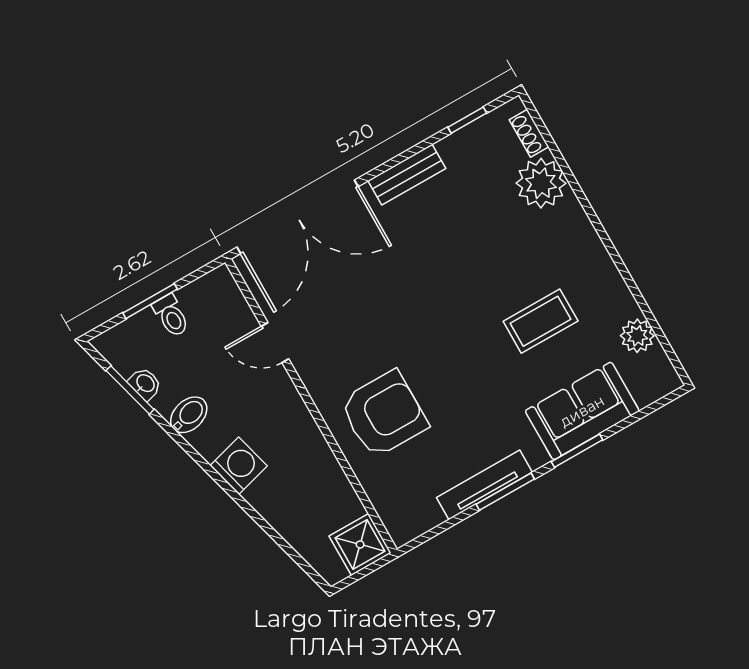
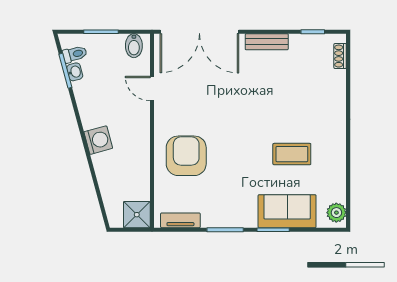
plant: (541, 183) -> (332, 85), removed
toilet: (171, 316) -> (75, 54), moved, turned -105
plant: (637, 336) -> (336, 213), moved
armchair: (384, 414) -> (186, 156), turned -90
bidet: (189, 415) -> (134, 46), moved, turned 105
tv unit: (484, 485) -> (180, 220), moved, width x0.71

